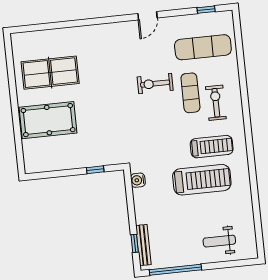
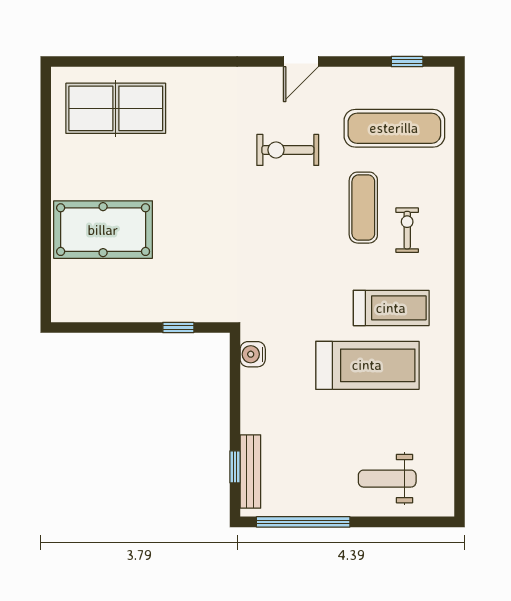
table tennis table: (50, 73) -> (116, 108), moved
exercise bike: (155, 84) -> (288, 150), moved
exercise bike: (216, 103) -> (407, 230), width x0.73, depth x0.72

